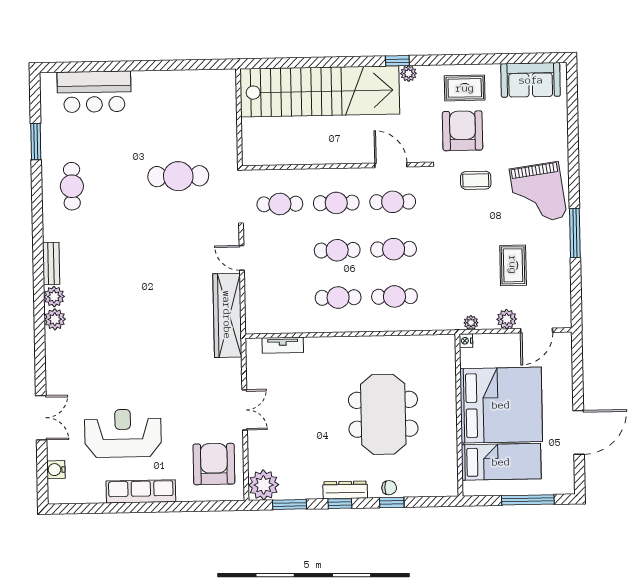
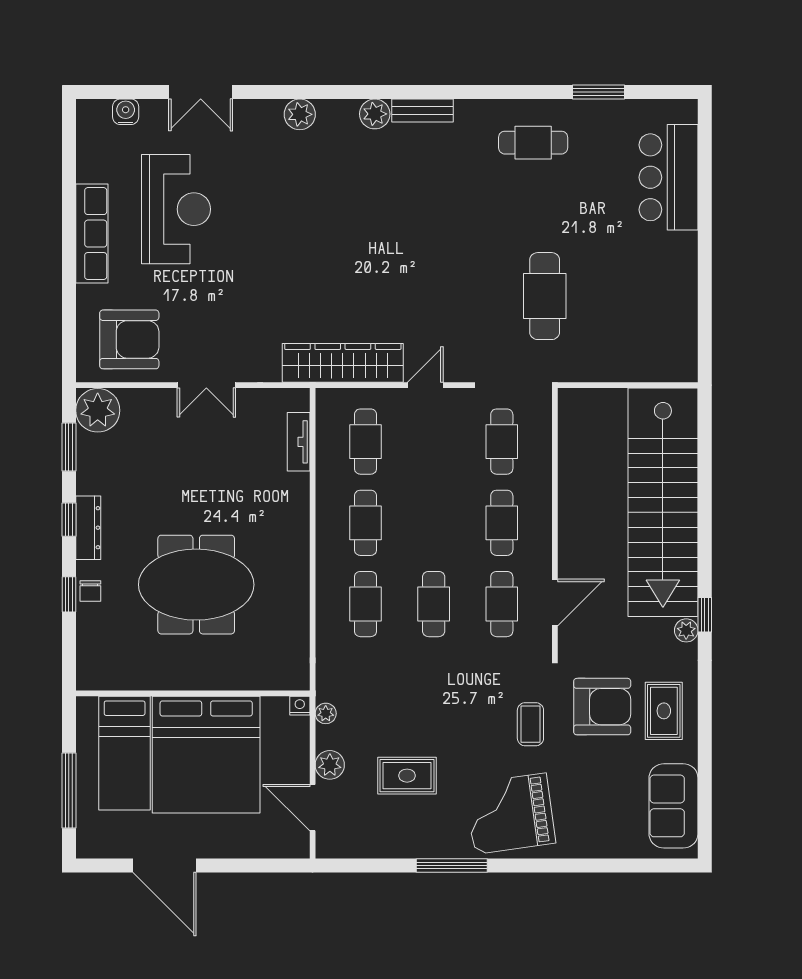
cafe table: (337, 250) -> (366, 442), moved
plant: (55, 319) -> (300, 114), moved

